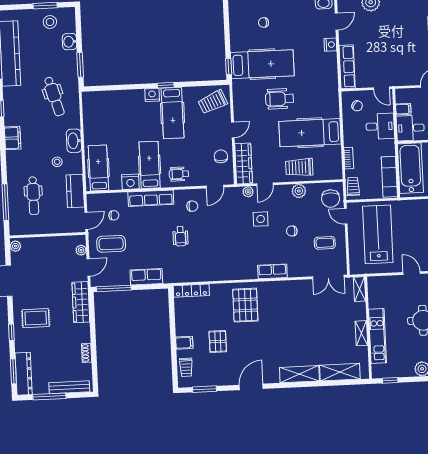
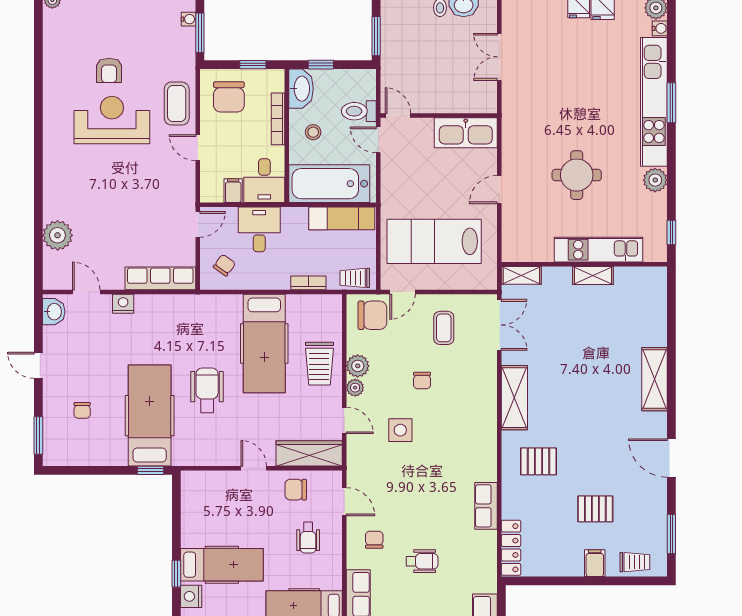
wheelchair: (280, 99) -> (207, 390), turned 180
trolley: (213, 102) -> (207, 499), removed
wheelchair: (179, 174) -> (308, 538), moved
plant: (248, 192) -> (355, 388), moved
row of seats: (272, 271) -> (486, 506), moved
pallet: (245, 305) -> (538, 461), width x0.67, depth x0.71
shelving: (340, 372) -> (514, 398), moved

